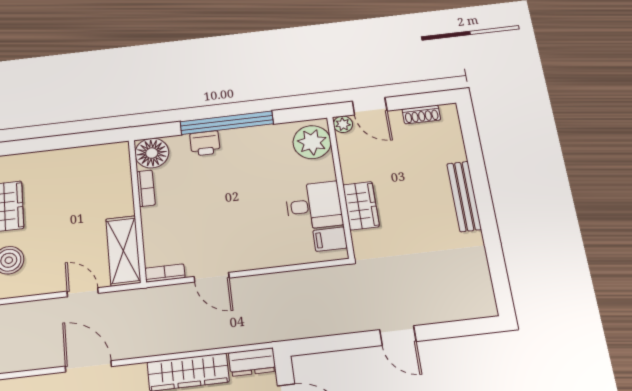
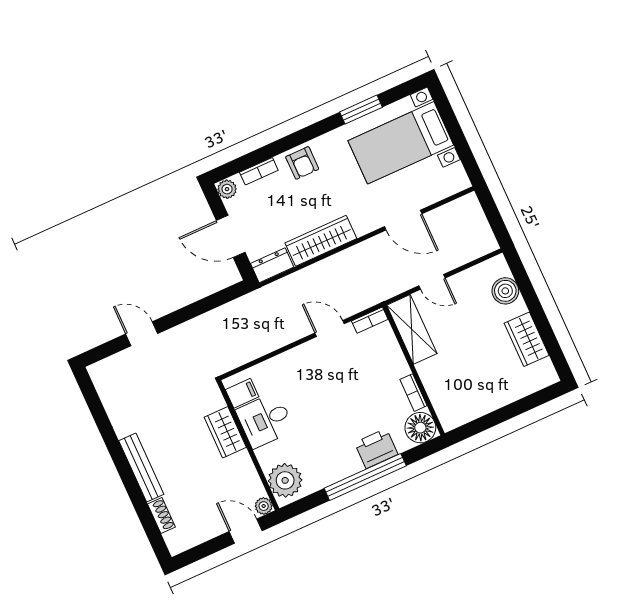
shoe rack: (421, 114) -> (161, 515), moved, turned 90
printer: (205, 143) -> (376, 448), width x1.36, depth x1.24
door: (398, 336) -> (142, 334), moved

